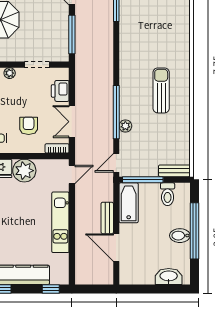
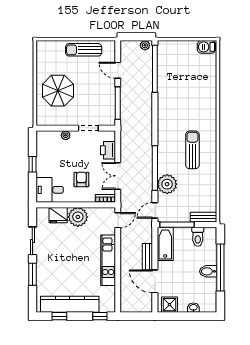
plant: (125, 126) -> (167, 184), width x1.88, depth x1.88
shower: (134, 275) -> (170, 305), added
washbasin: (169, 276) -> (193, 308), width x0.52, depth x0.69

